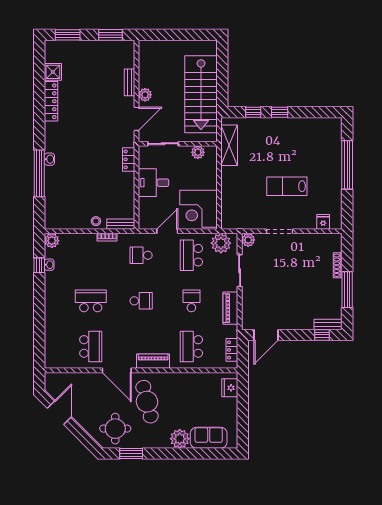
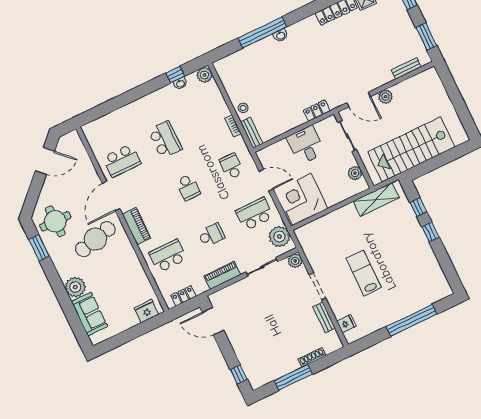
bench: (129, 82) -> (406, 68), moved
bench: (328, 325) -> (324, 317), moved

